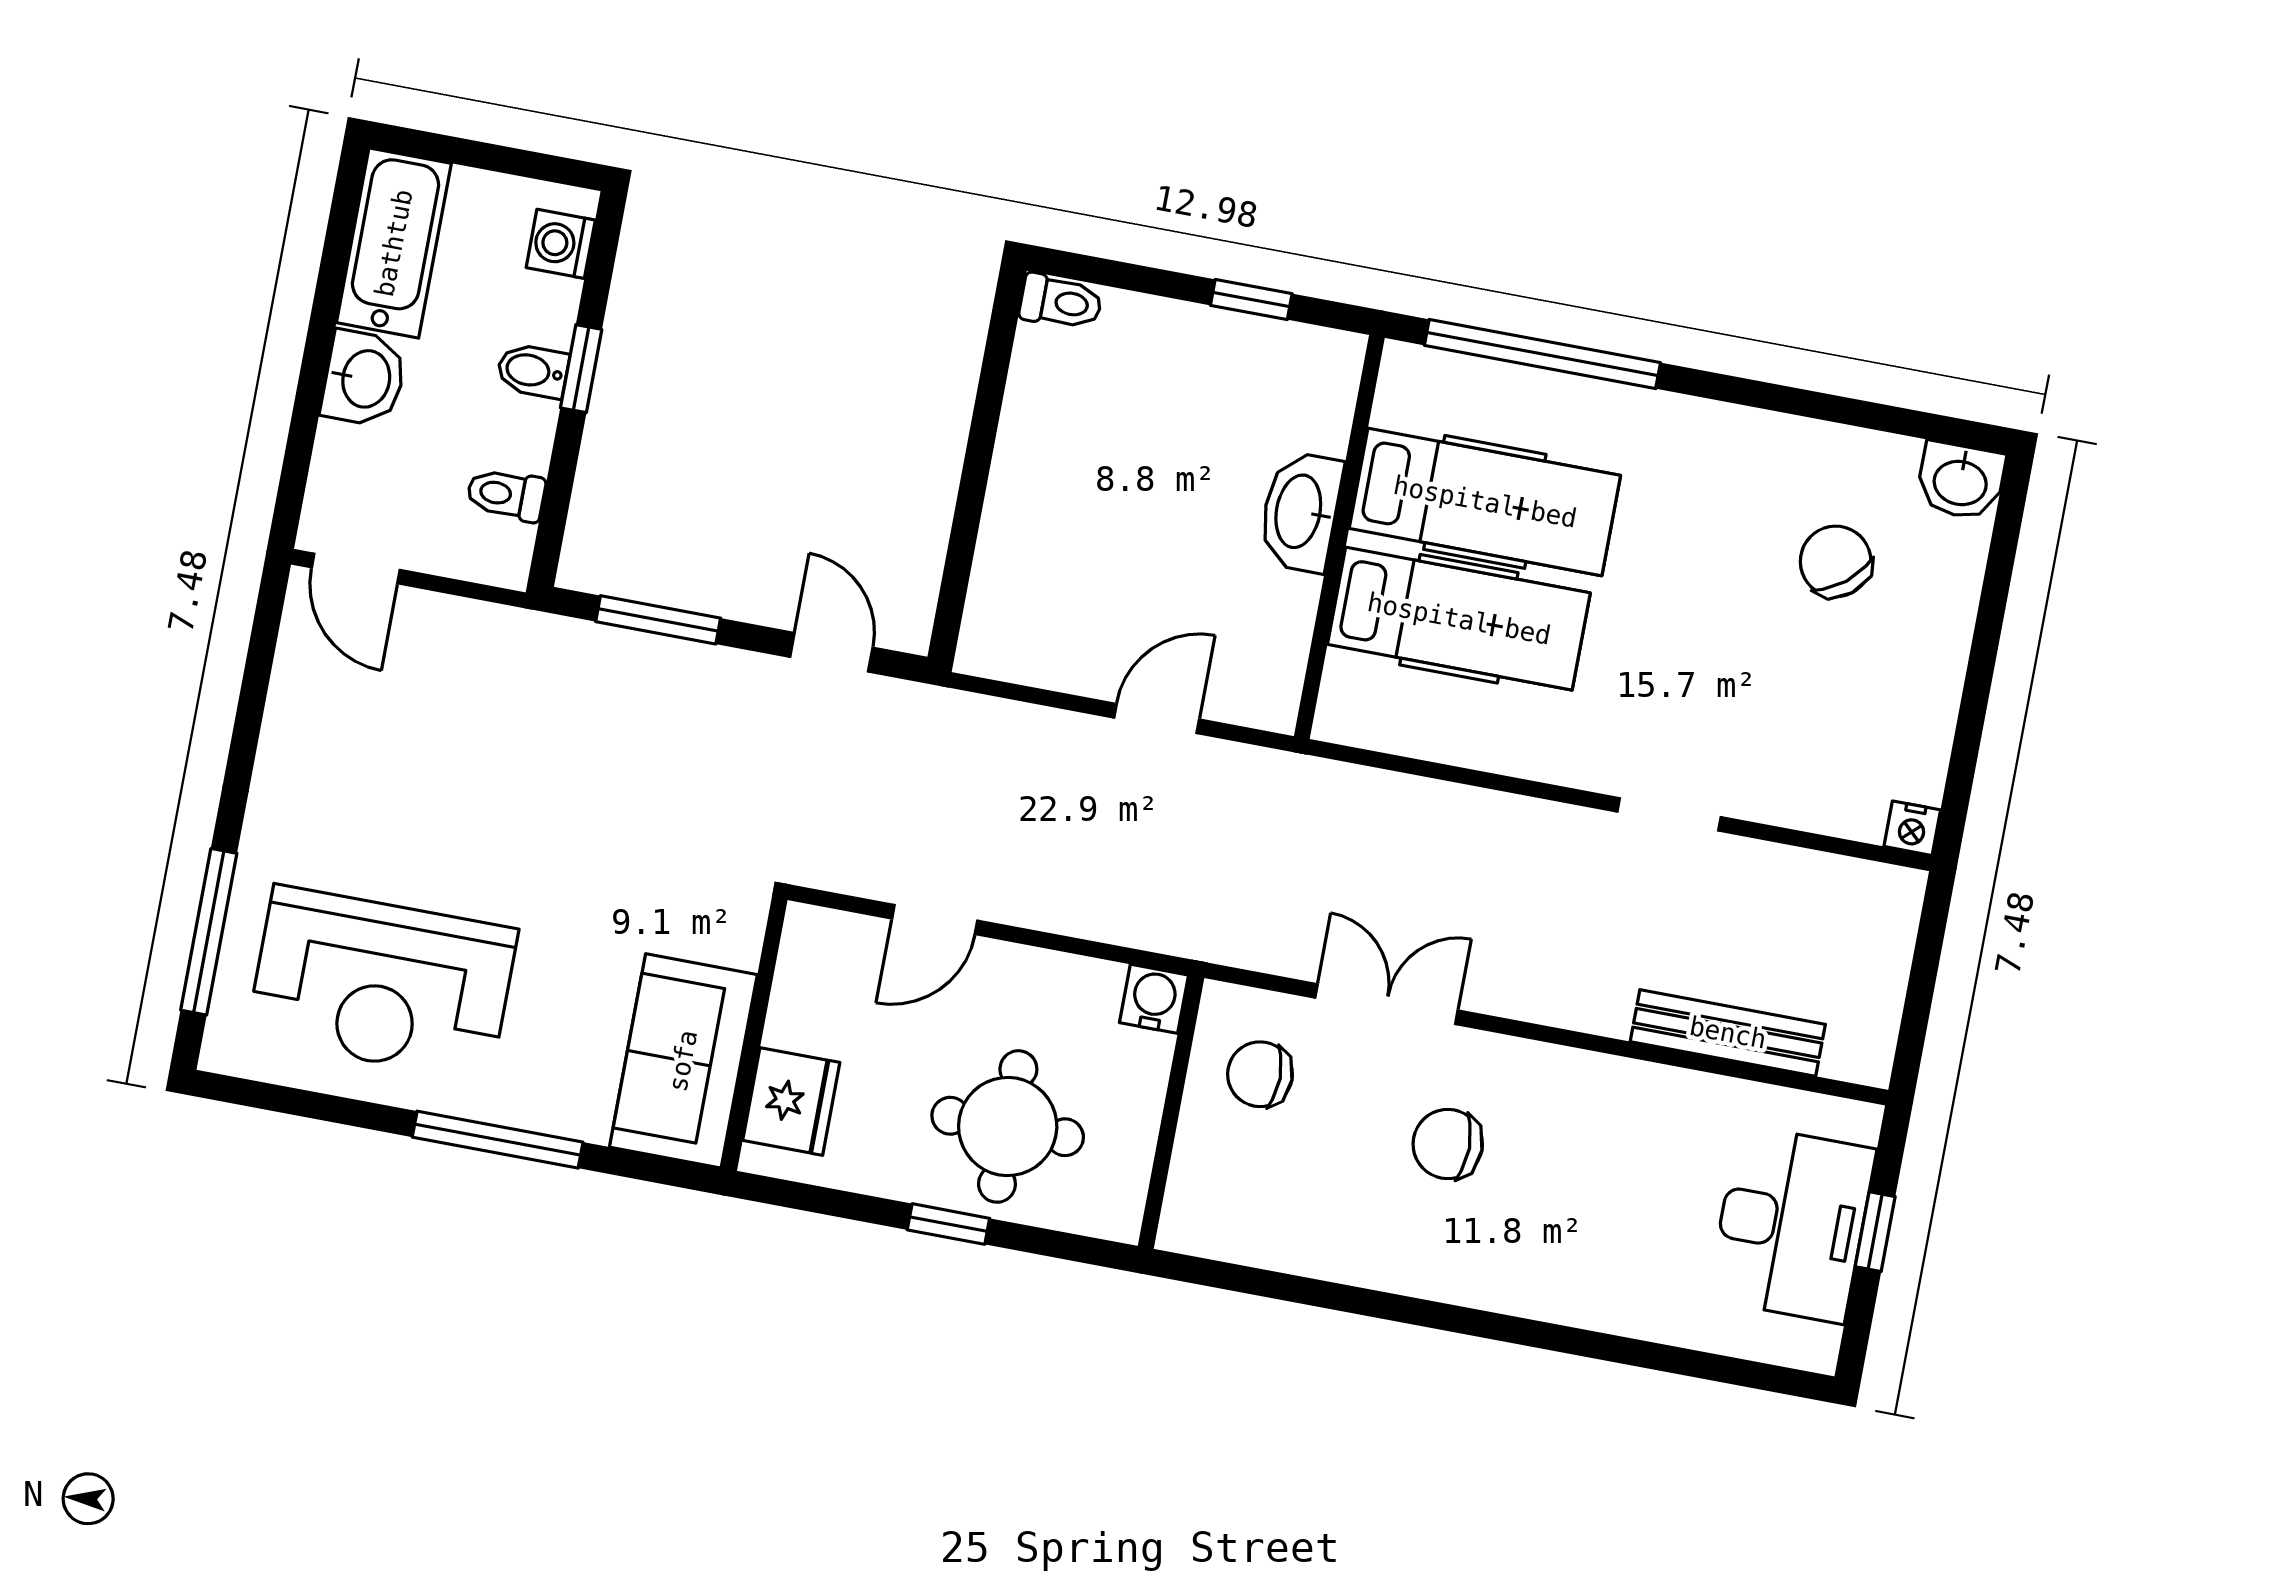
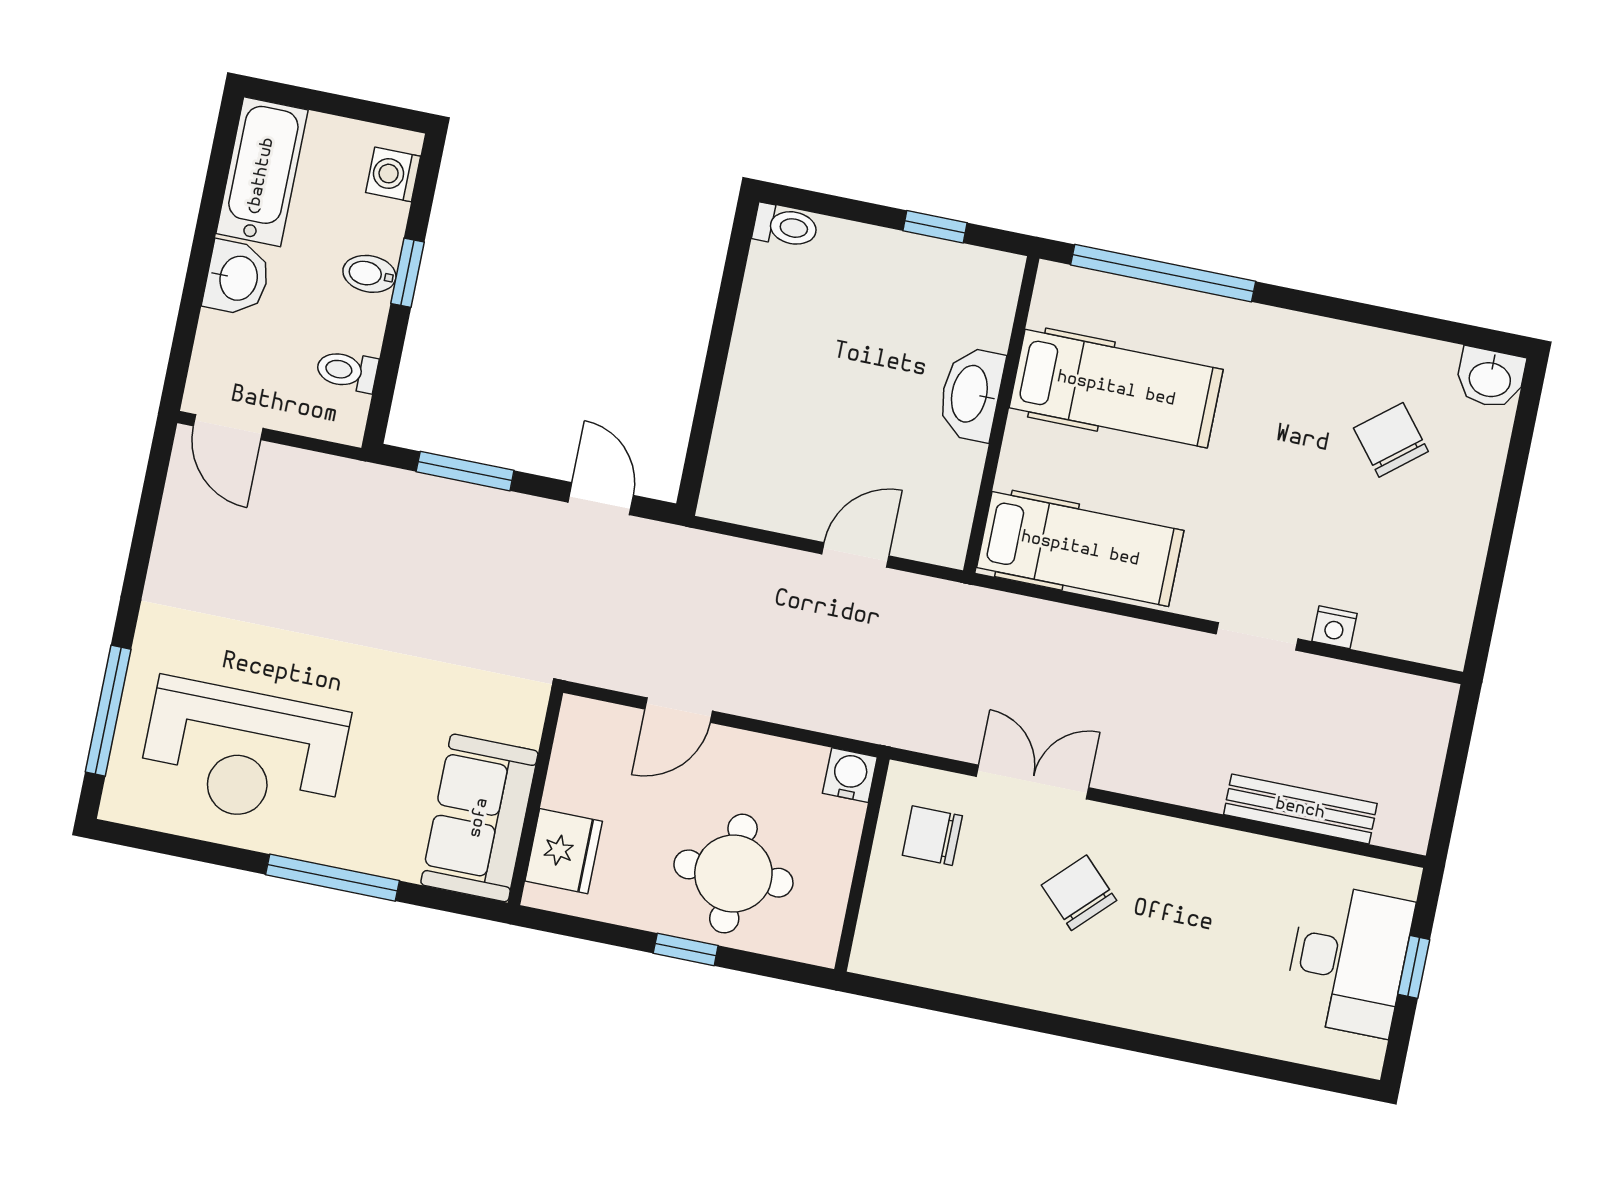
hospital bed: (1459, 619) -> (1080, 549), moved
nightstand: (1912, 828) -> (1335, 627), moved
chair: (1448, 1144) -> (1079, 893), turned 45

